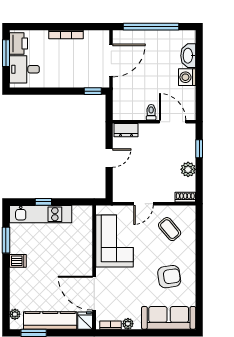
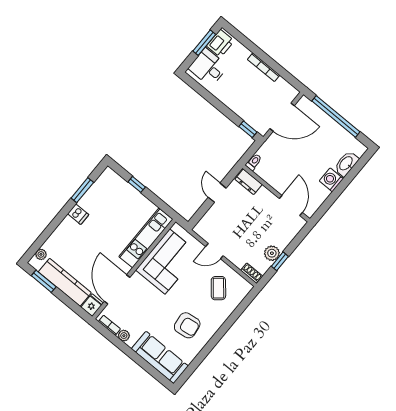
toilet: (151, 112) -> (254, 162), moved
window: (199, 149) -> (280, 261), moved
door: (109, 158) -> (217, 193), swing flipped
kitchen unit: (41, 214) -> (146, 238), moved, turned 90

